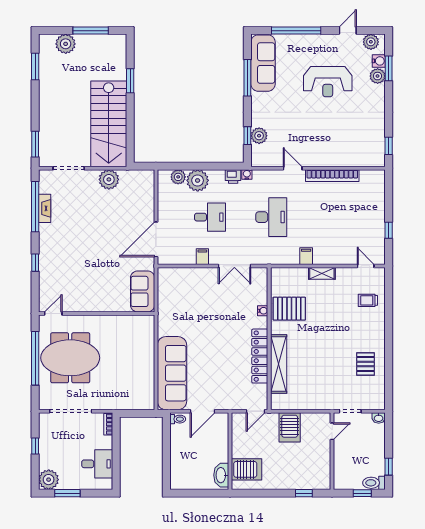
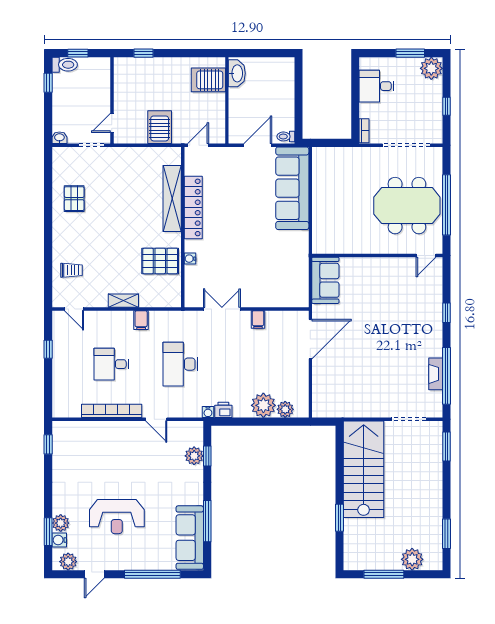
reception desk: (328, 82) -> (117, 517), turned 180
plant: (109, 179) -> (363, 406), removed
desk: (210, 217) -> (111, 364), moved

